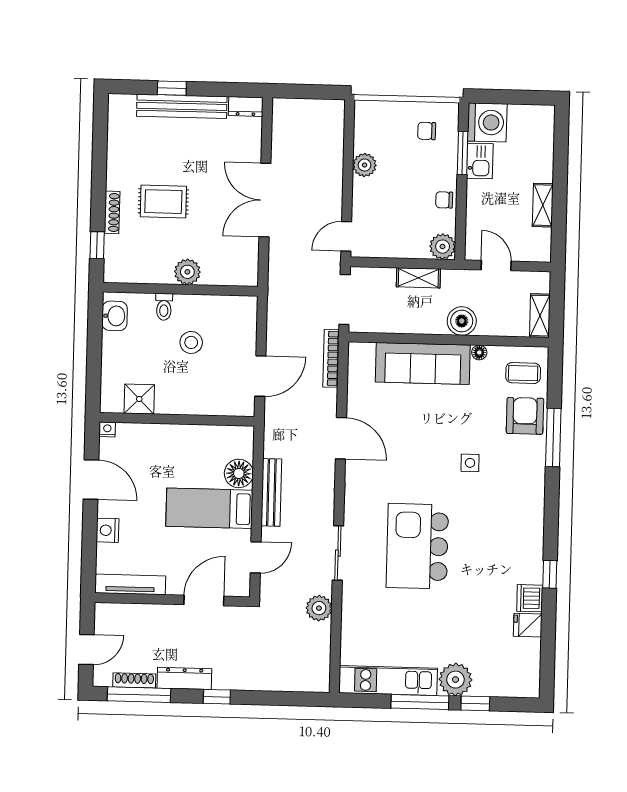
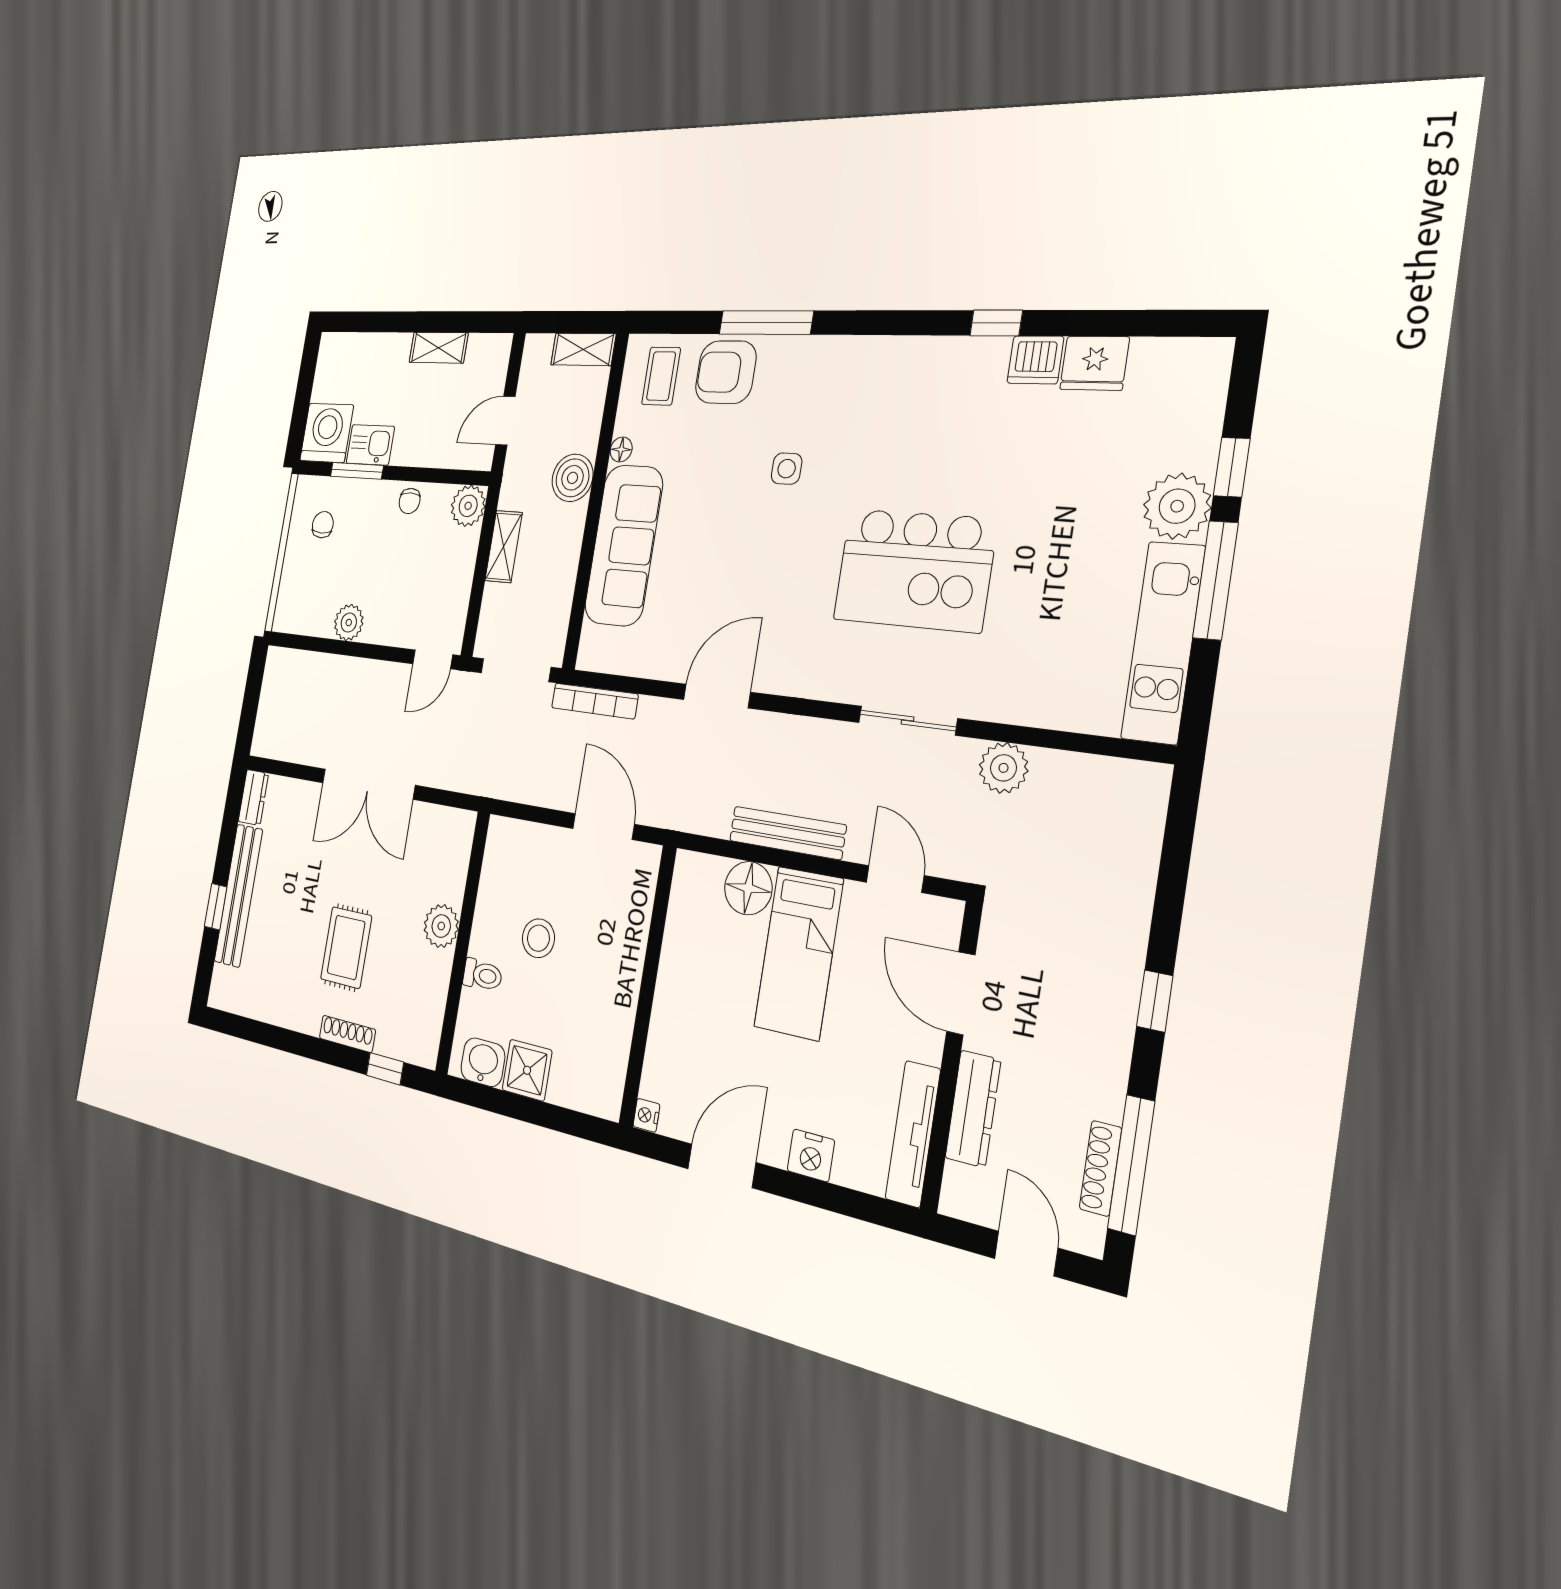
chair: (427, 131) -> (323, 525), turned 180
door: (346, 236) -> (433, 659), hinge flipped
shower: (139, 399) -> (527, 1070), moved
fridge: (528, 625) -> (1095, 363), width x1.38
dresser: (184, 678) -> (973, 1109), moved, turned 180

